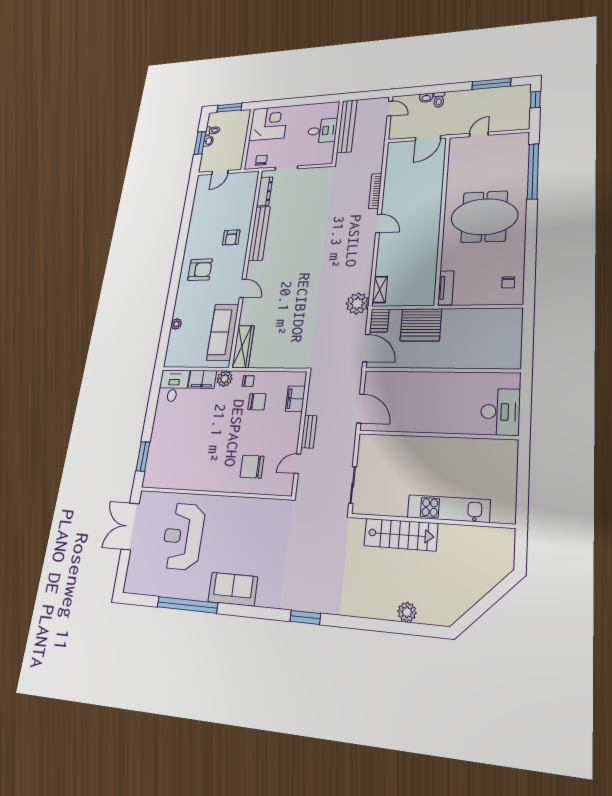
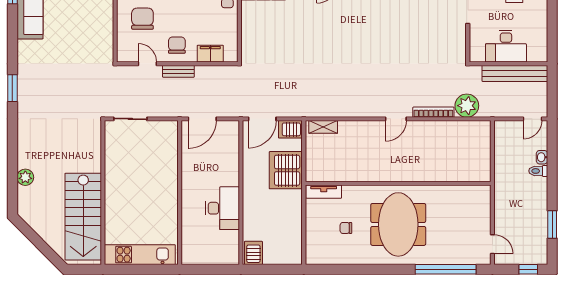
window: (491, 84) -> (552, 224), width x0.69
desk: (322, 131) -> (506, 46), width x1.37
door: (479, 134) -> (492, 244), moved
door: (428, 138) -> (492, 163), removed
chair: (508, 282) -> (346, 228), moved
plant: (357, 304) -> (467, 106), moved
server rack: (508, 358) -> (253, 253), added
chair: (257, 402) -> (177, 45), moved, turned 180
desk: (500, 412) -> (222, 208), moved, turned -90
kitchen unit: (448, 509) -> (140, 255), moved, turned -90
stairs: (401, 535) -> (83, 217), moved, width x1.36, depth x1.51

